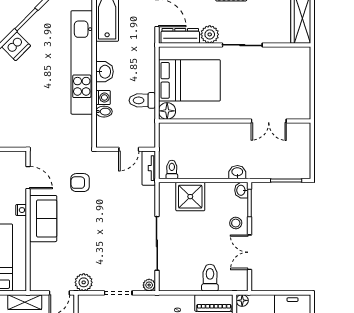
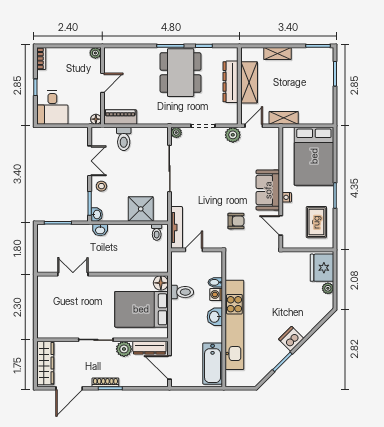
tv unit: (149, 168) -> (177, 227), width x1.41

